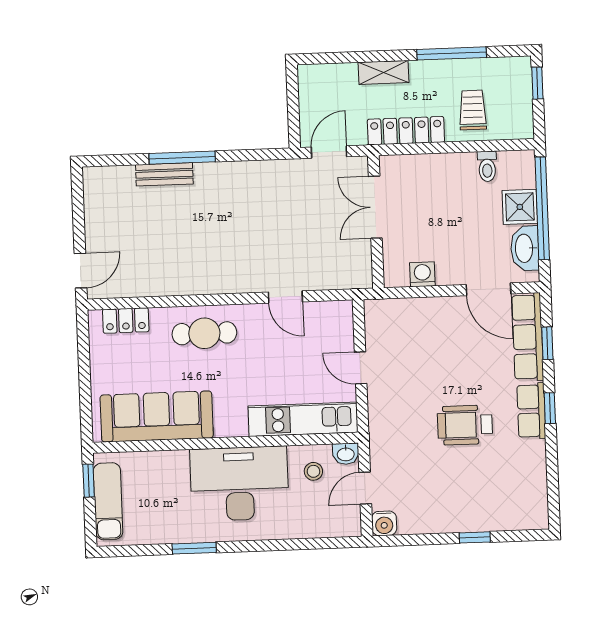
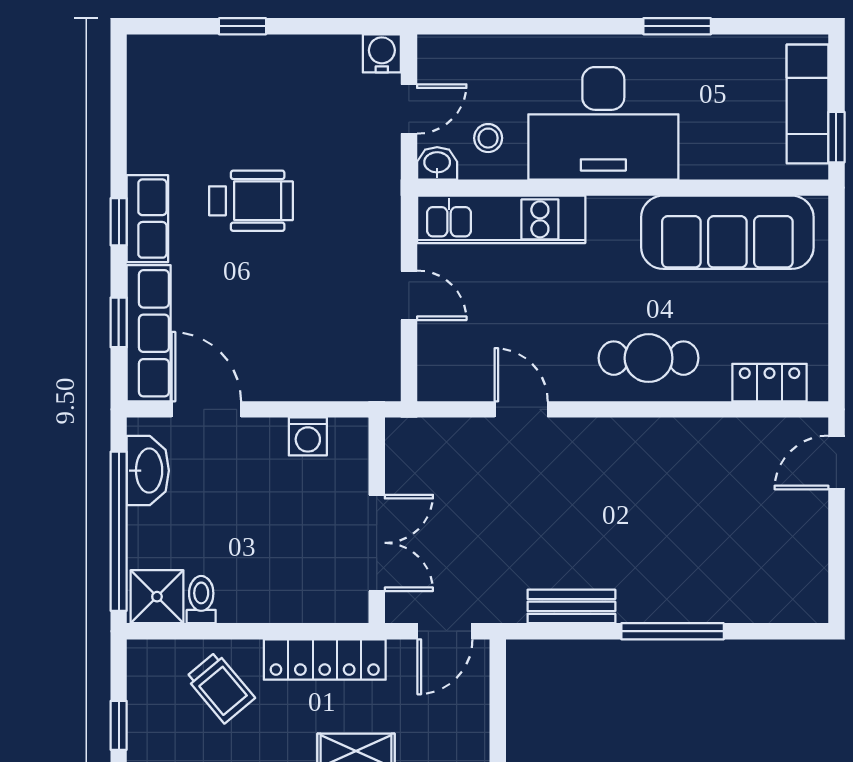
trolley: (473, 110) -> (220, 688), turned -40
bench: (164, 174) -> (571, 606), moved
shower: (520, 207) -> (157, 597), moved

